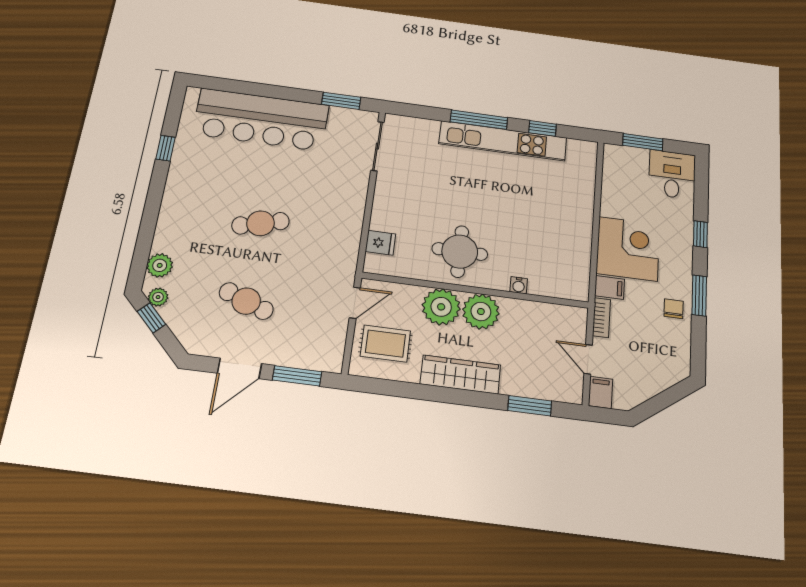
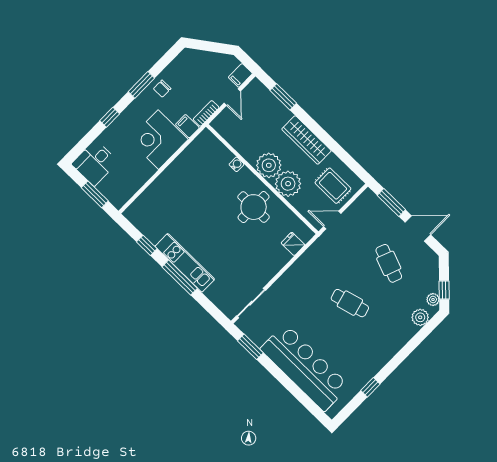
kitchen unit: (503, 141) -> (185, 263), width x0.73

